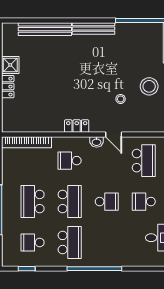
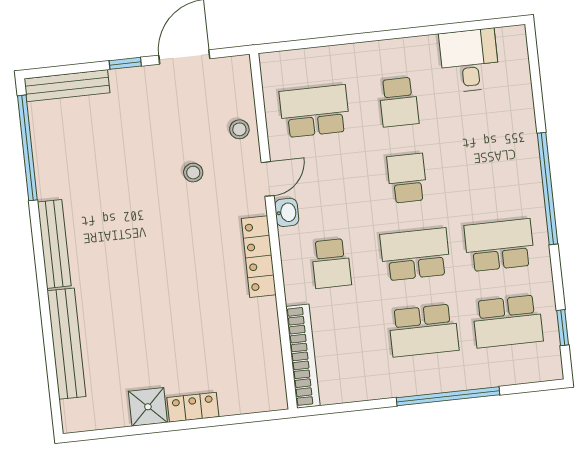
stool: (149, 86) -> (239, 129), moved, width x0.53, depth x0.53
locker: (77, 126) -> (259, 257), width x1.53
school desk: (33, 242) -> (508, 321), width x1.85

